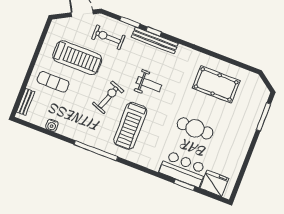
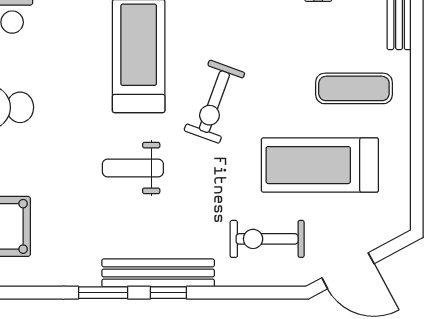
window: (130, 22) -> (103, 293), moved
exercise bike: (108, 37) -> (267, 239), turned 180

